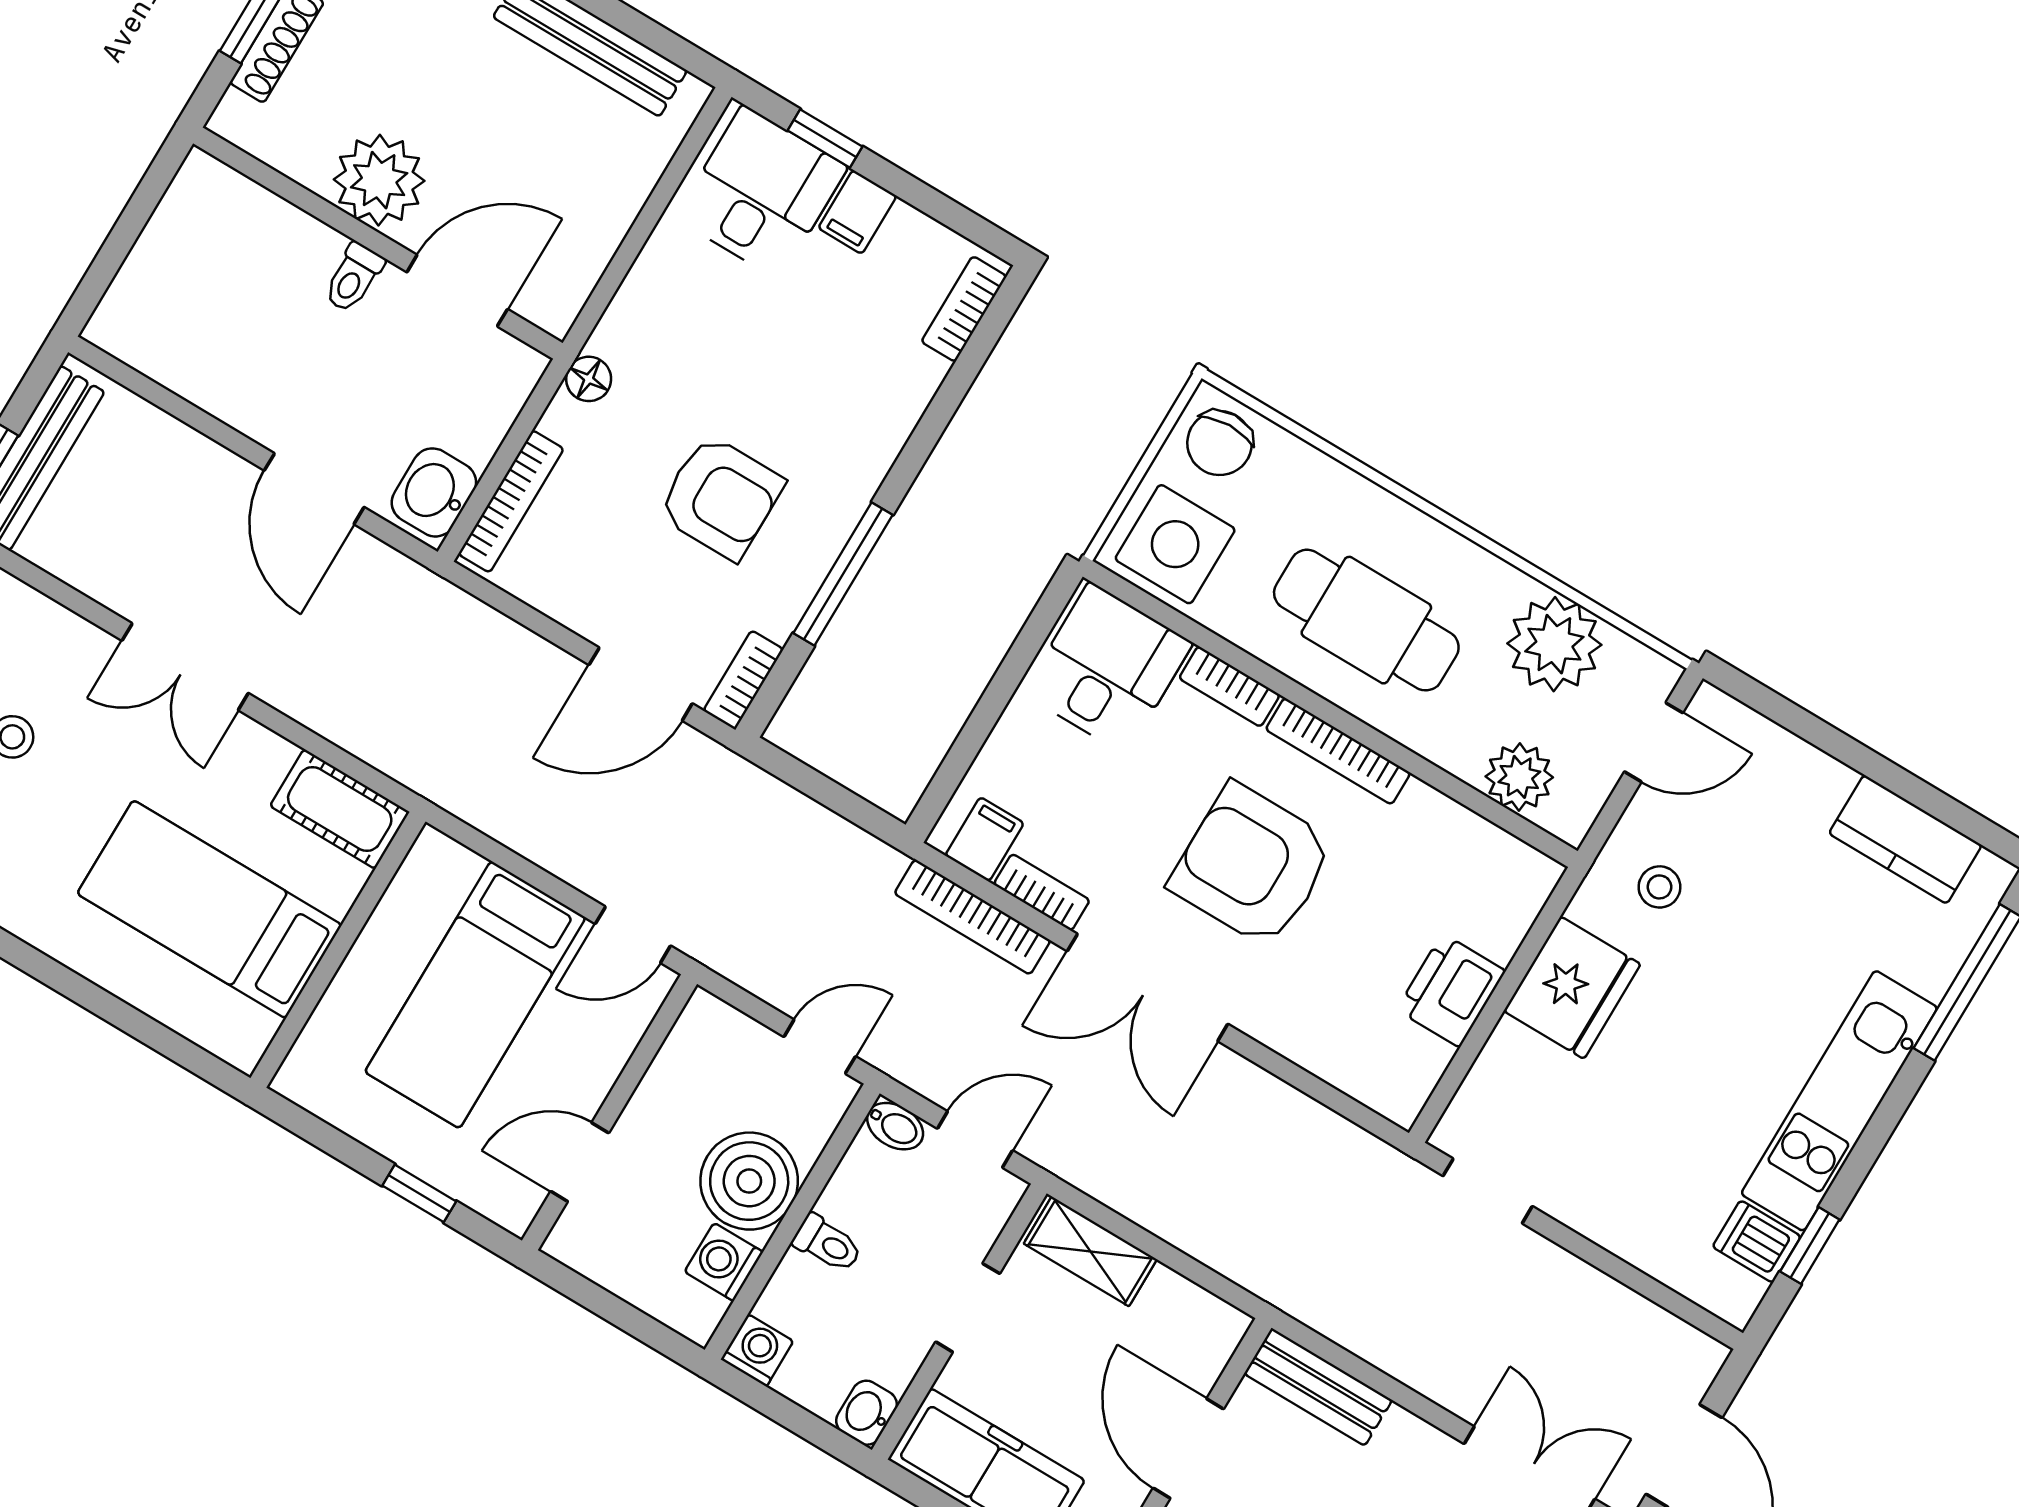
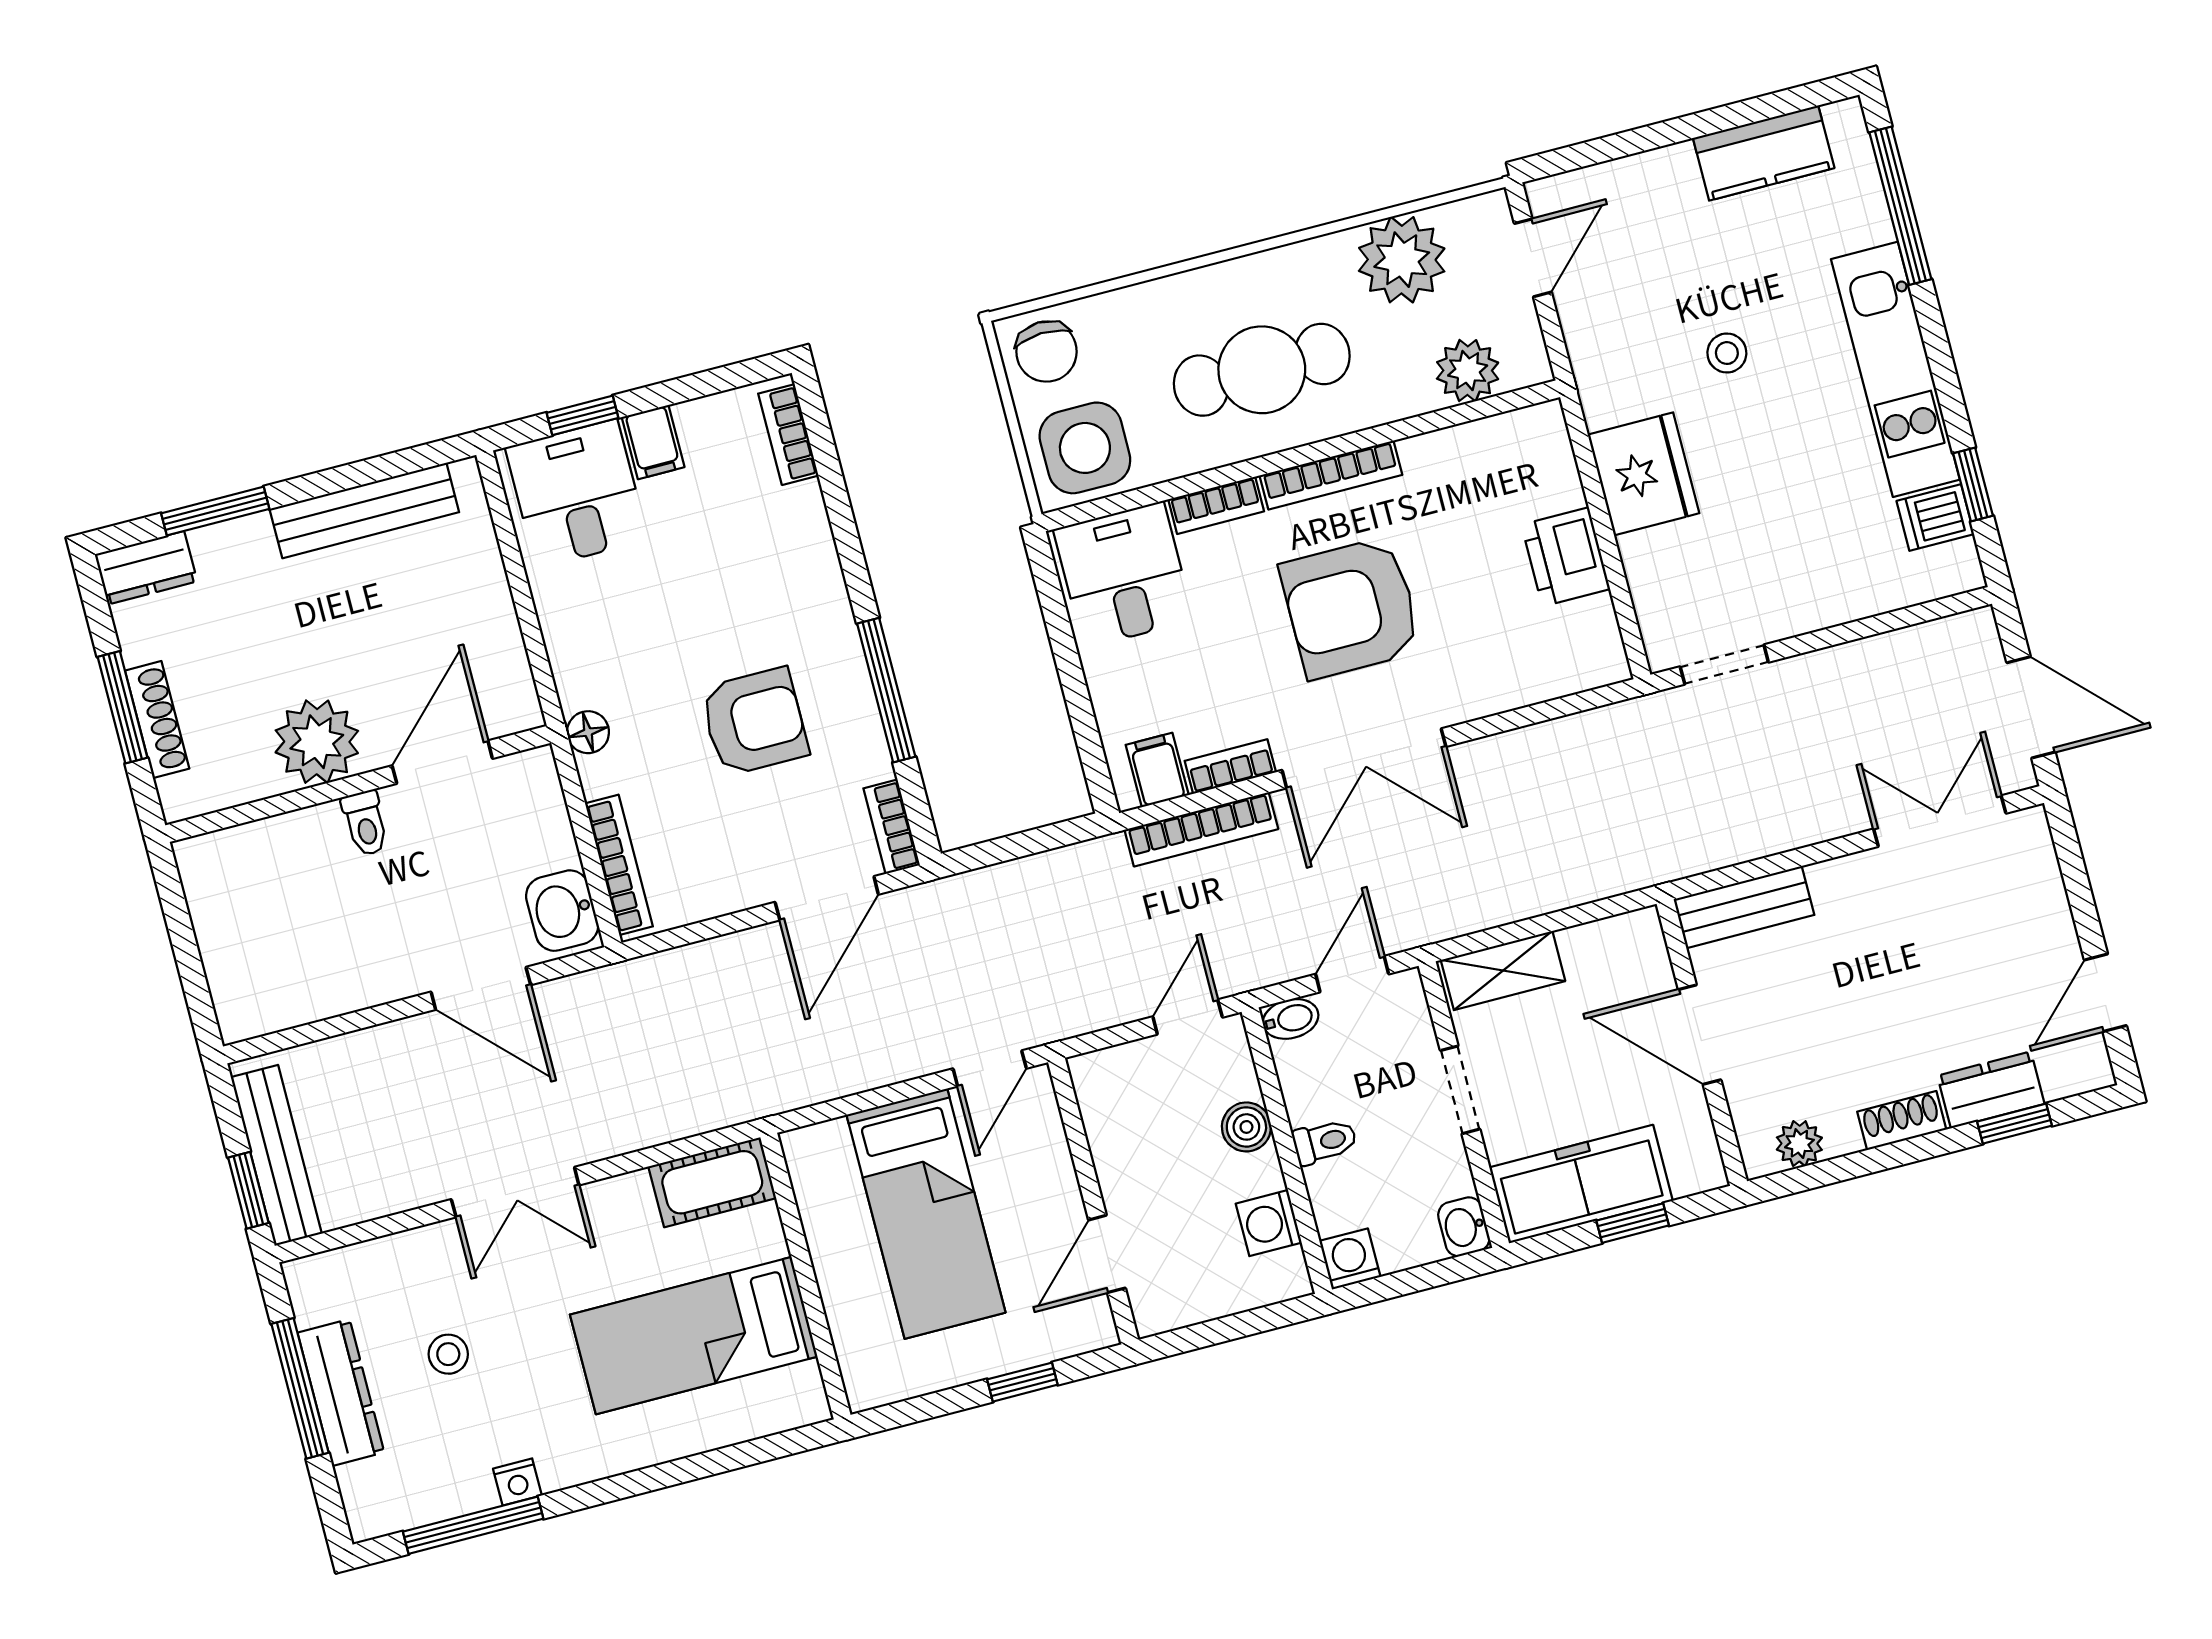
stool: (1659, 887) -> (1727, 353), moved
boiler: (749, 1181) -> (1246, 1127), width x0.54, depth x0.54

